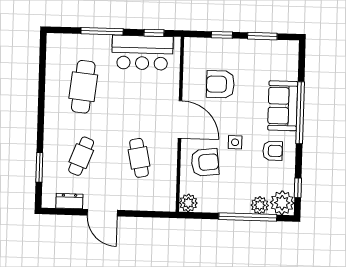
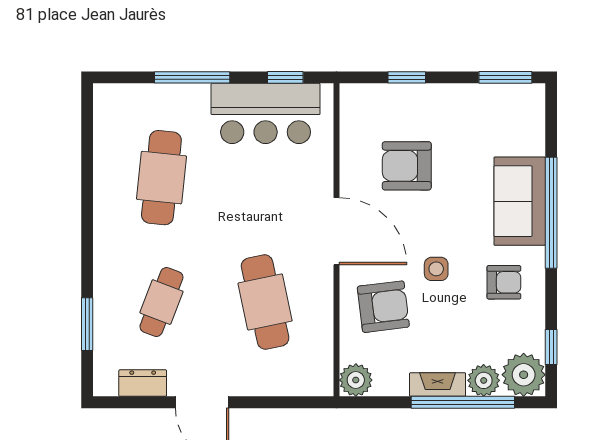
window: (262, 36) -> (505, 77), moved
cafe table: (139, 158) -> (265, 302), width x1.37, depth x1.35
fireplace: (234, 207) -> (438, 384), added

